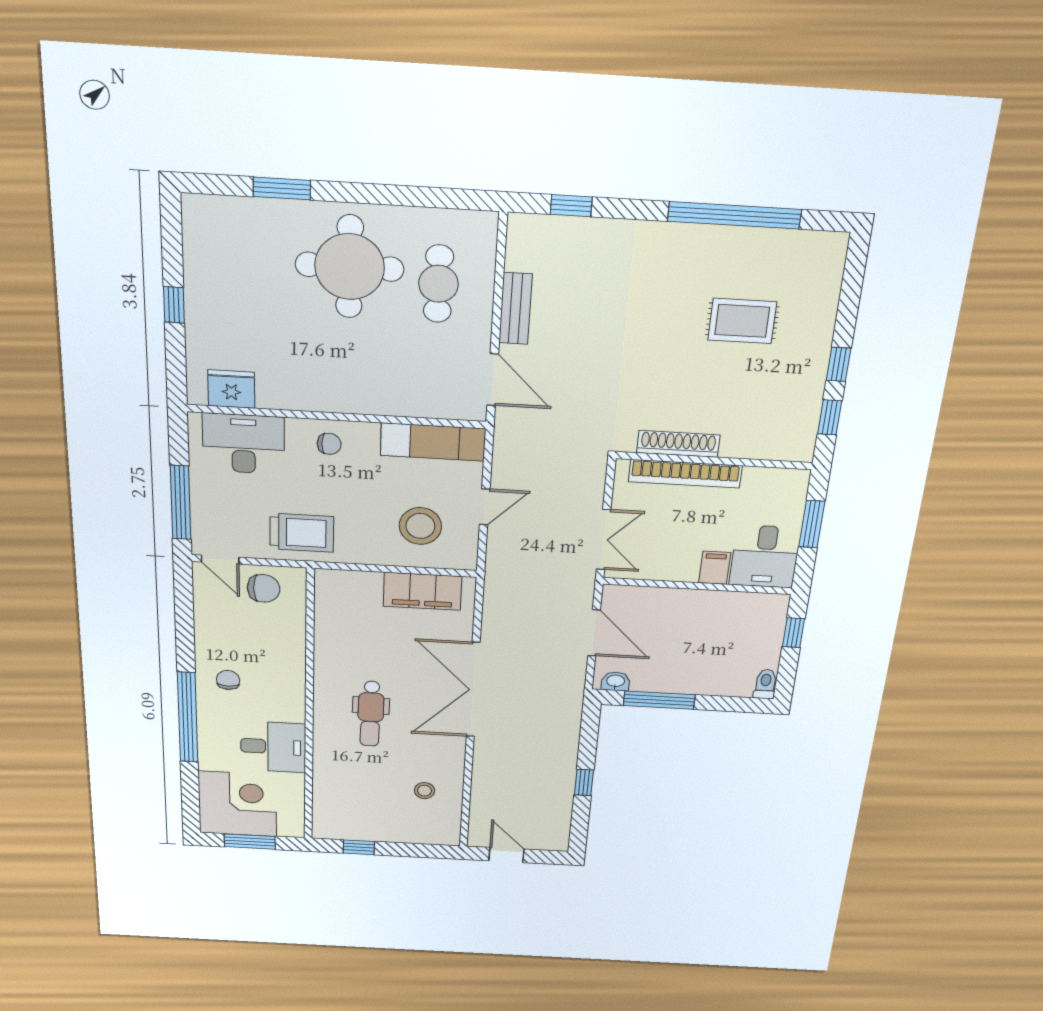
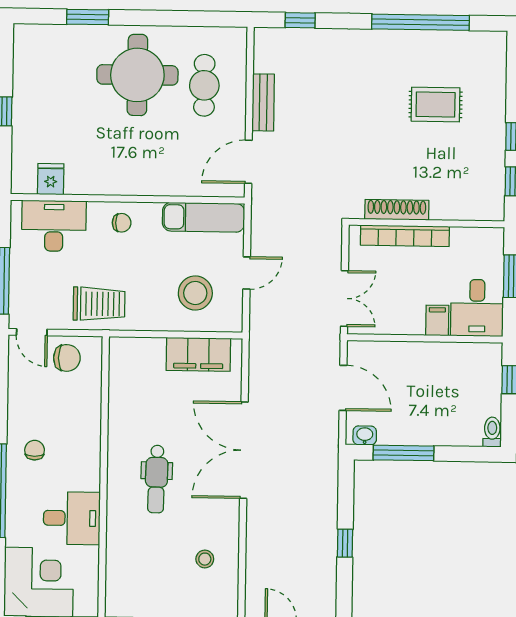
door: (493, 380) -> (248, 162), swing flipped
fridge: (231, 389) -> (51, 179), width x0.72

